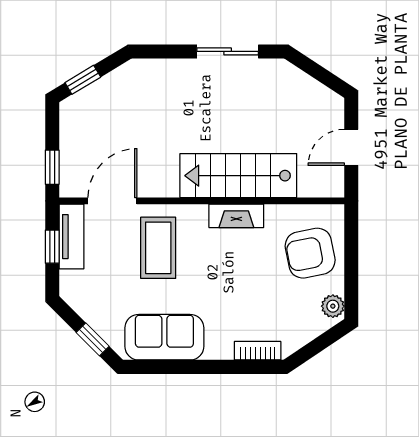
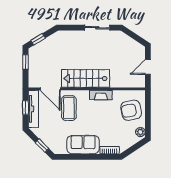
window: (52, 167) -> (25, 62), moved
stairs: (238, 176) -> (86, 78), moved
door: (112, 201) -> (50, 89), swing flipped
tv unit: (71, 237) -> (33, 109), width x1.41
sofa: (164, 337) -> (83, 145), moved

